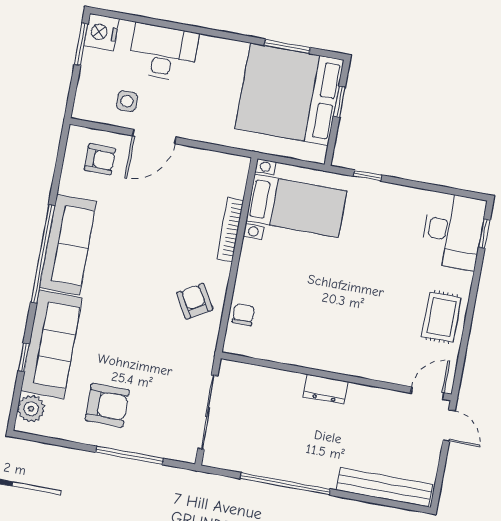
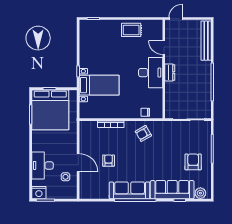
armchair: (100, 159) -> (109, 161), moved
bed with nightstands: (296, 206) -> (99, 85), moved, turned 90
desk: (453, 231) -> (151, 73), moved, turned 90
door: (427, 393) -> (164, 48), moved

